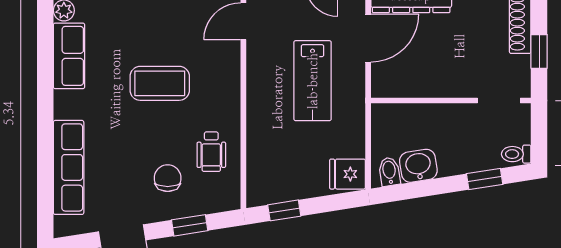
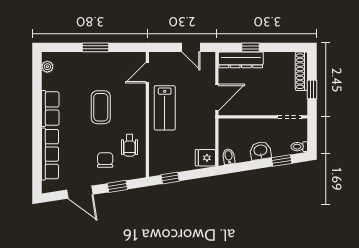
door: (368, 38) -> (217, 98), moved
row of seats: (69, 56) -> (50, 108), moved
lab bench: (313, 81) -> (165, 108), moved
coffee table: (160, 83) -> (101, 107), turned 90
washbasin: (418, 166) -> (260, 151), moved

